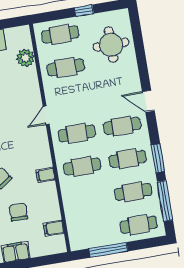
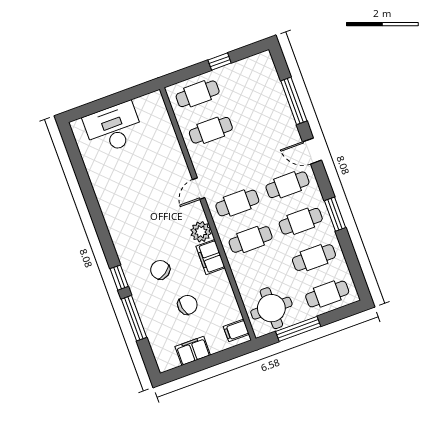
round table: (111, 45) -> (271, 308), moved
plant: (26, 58) -> (201, 232), moved
filing cabinet: (45, 175) -> (210, 257), width x2.00
window: (165, 201) -> (294, 101), moved
chair: (18, 212) -> (187, 305), turned 79
filing cabinet: (54, 228) -> (236, 330), moved

